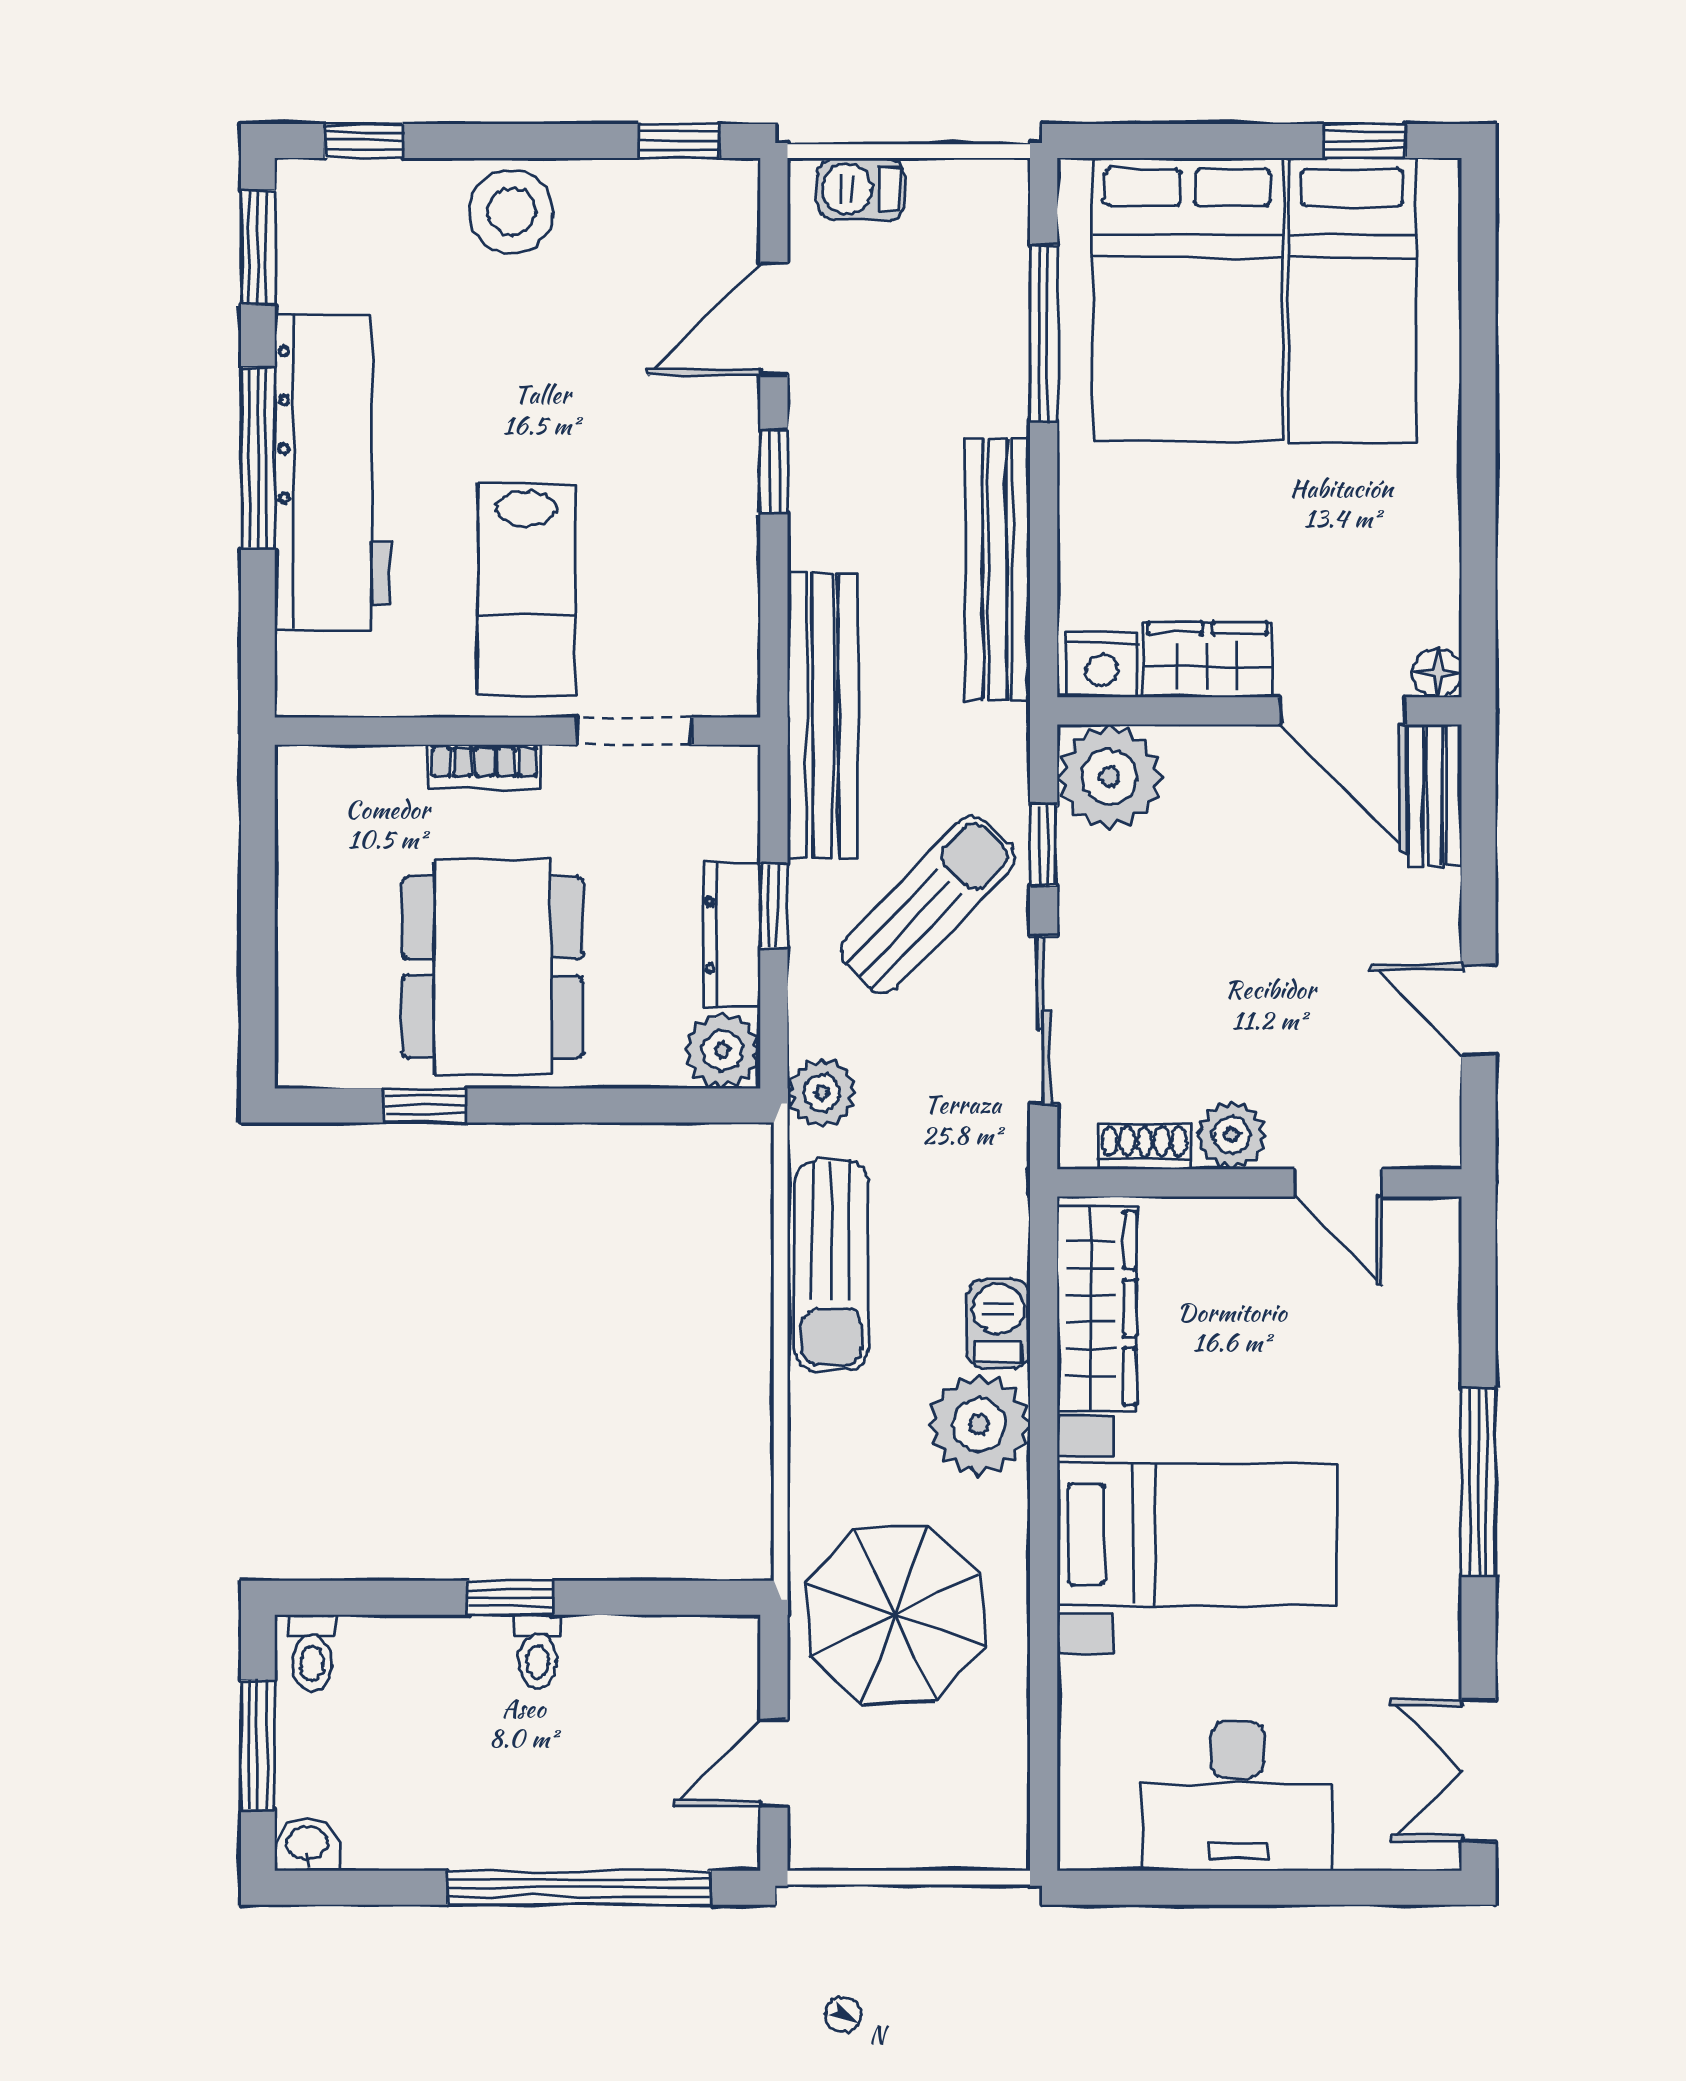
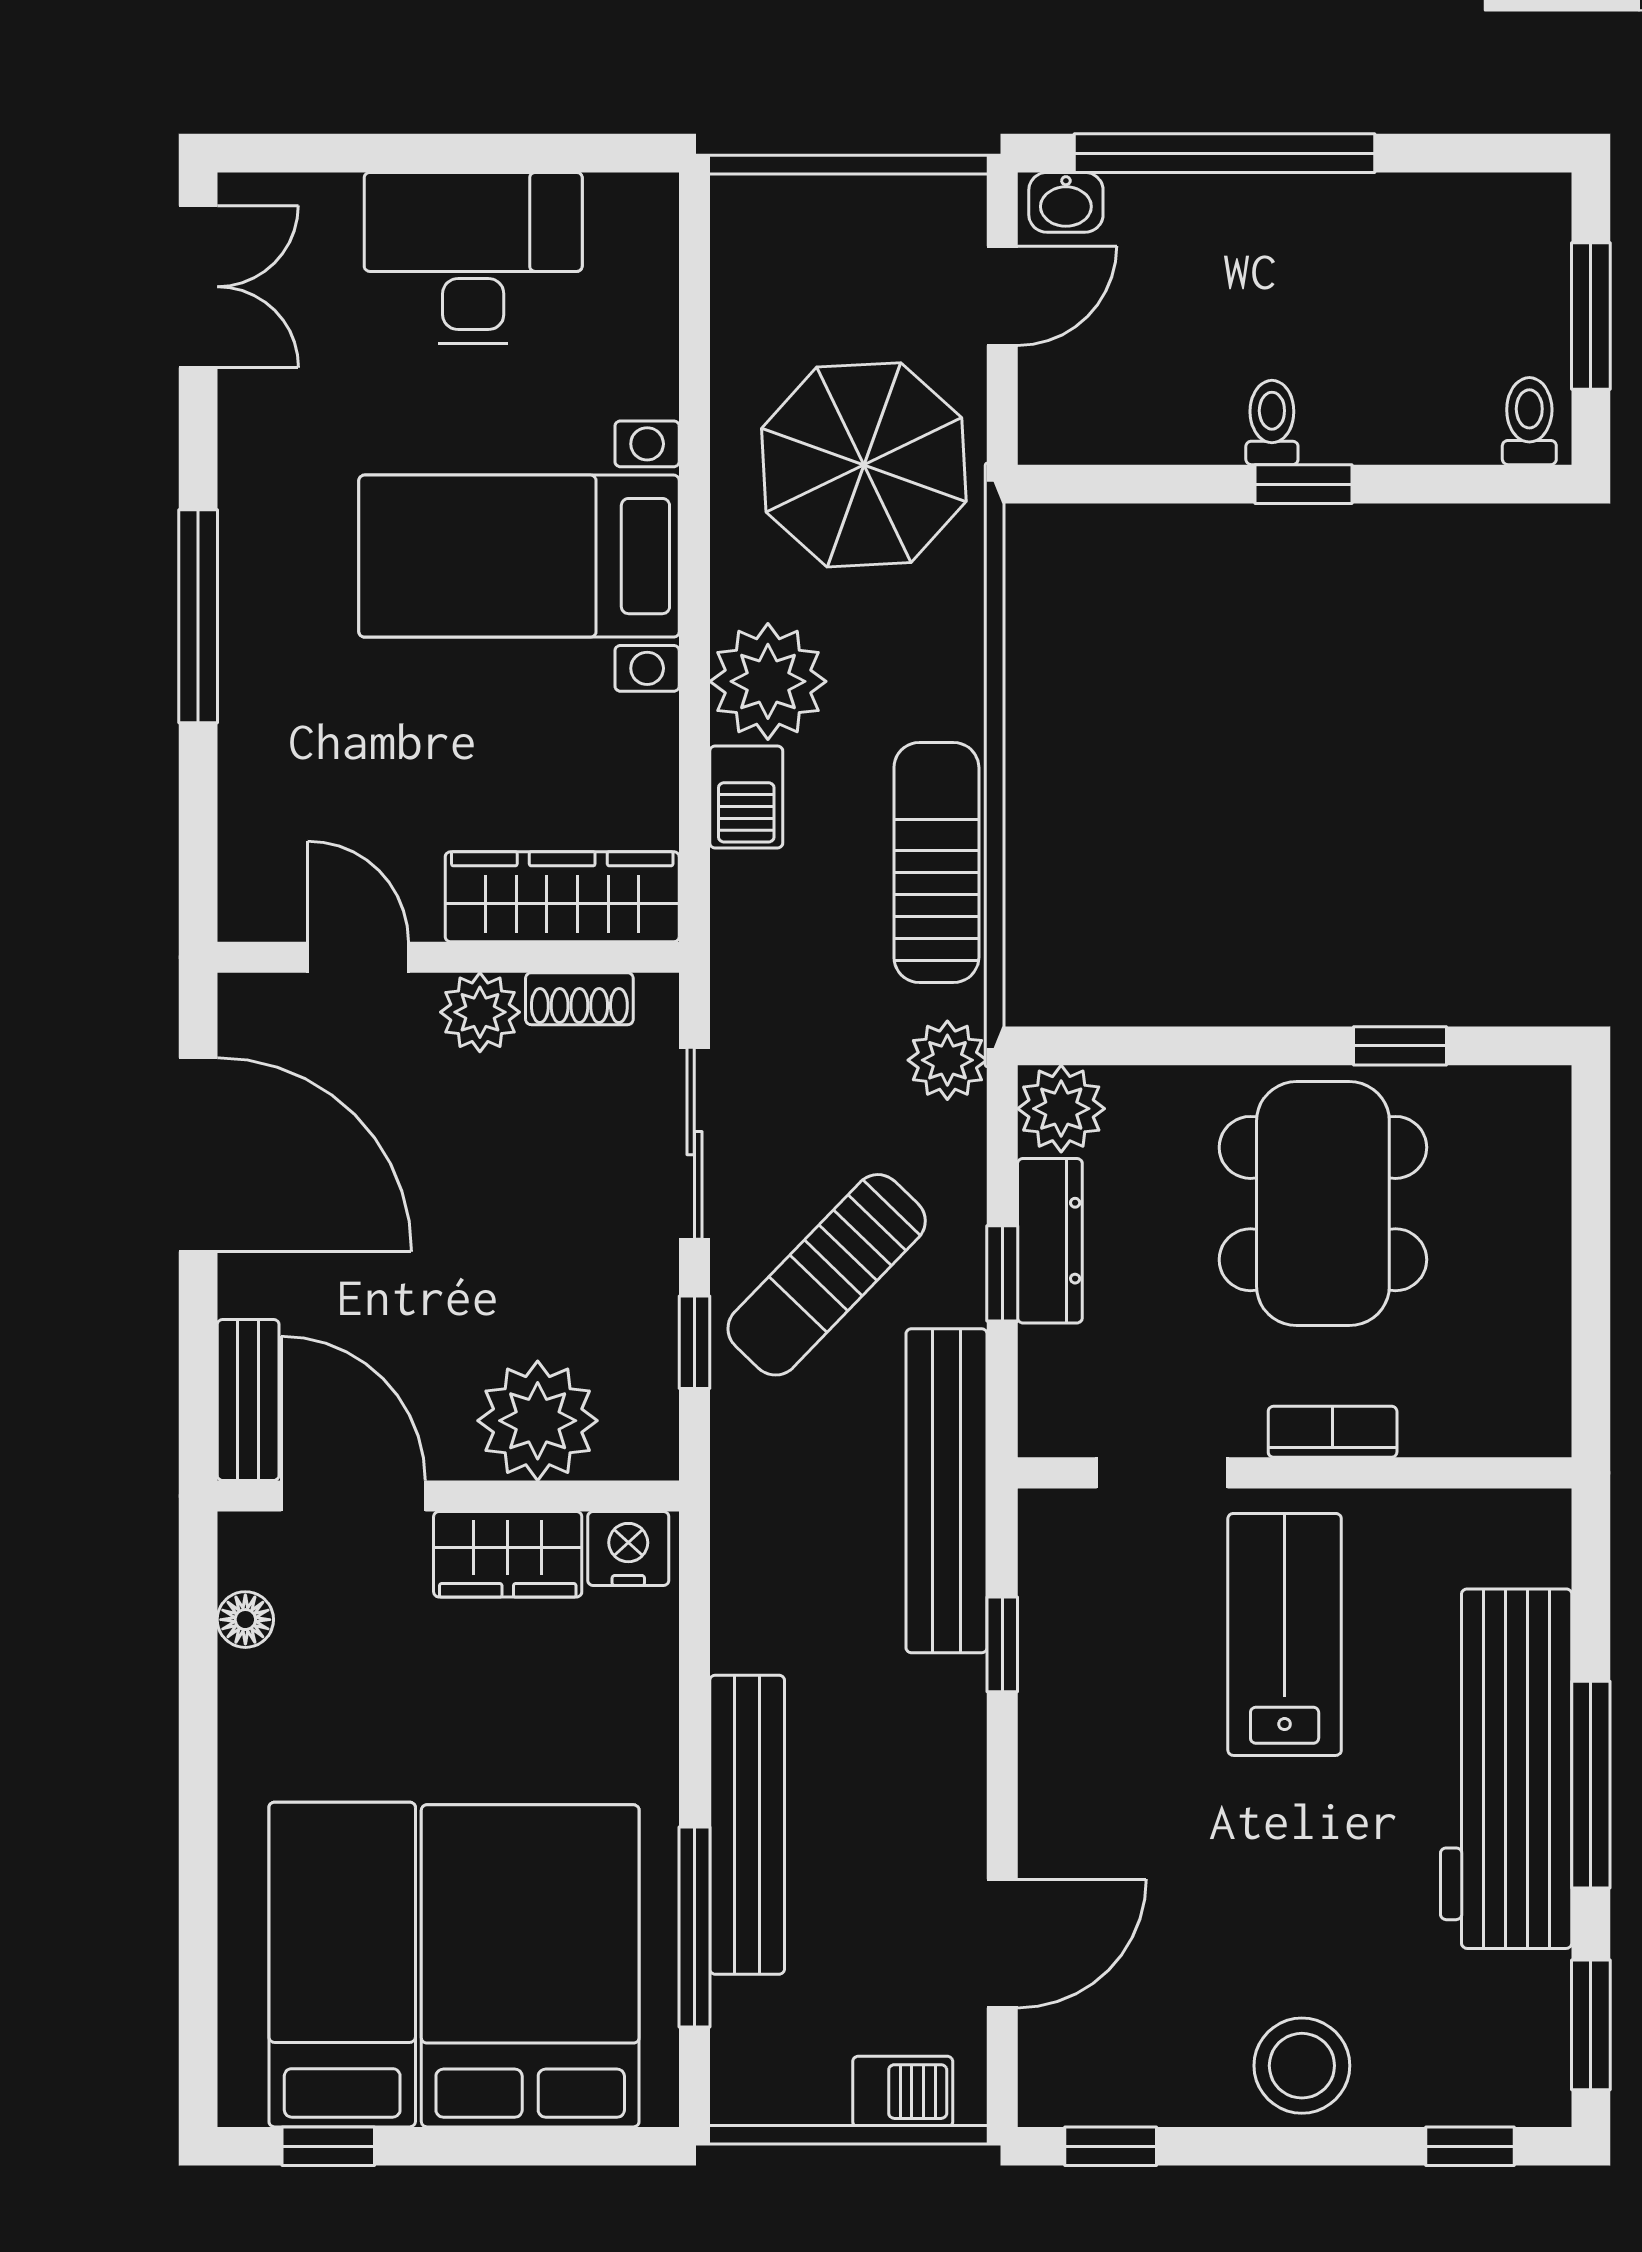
window: (774, 472) -> (1002, 1644), moved
bench: (997, 569) -> (747, 1825), moved
floor lamp: (1437, 673) -> (245, 1620), moved
plant: (1110, 777) -> (538, 1421), moved
door: (1479, 1010) -> (198, 1155), width x1.87
wardrobe: (1097, 1308) -> (562, 897), moved, turned 90
washbasin: (307, 1845) -> (1066, 202), moved

